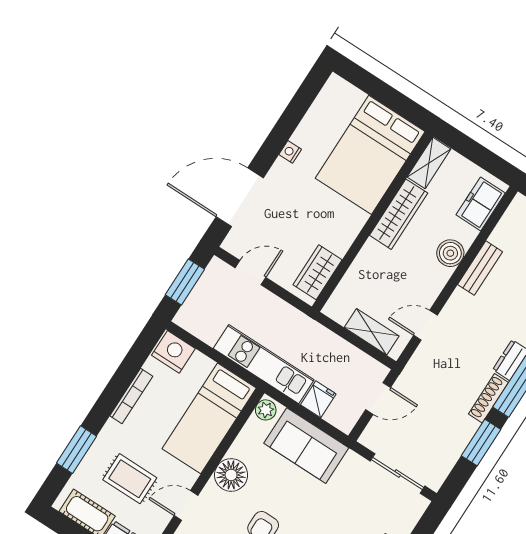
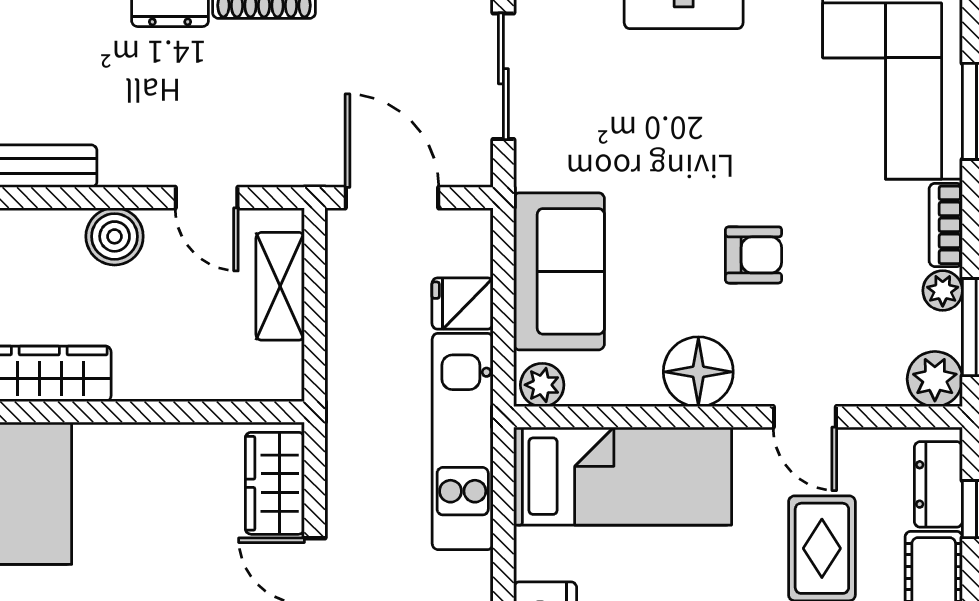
boiler: (450, 253) -> (115, 236), moved
wardrobe: (317, 272) -> (275, 483), moved, turned 90
door: (378, 399) -> (392, 198), width x1.38

